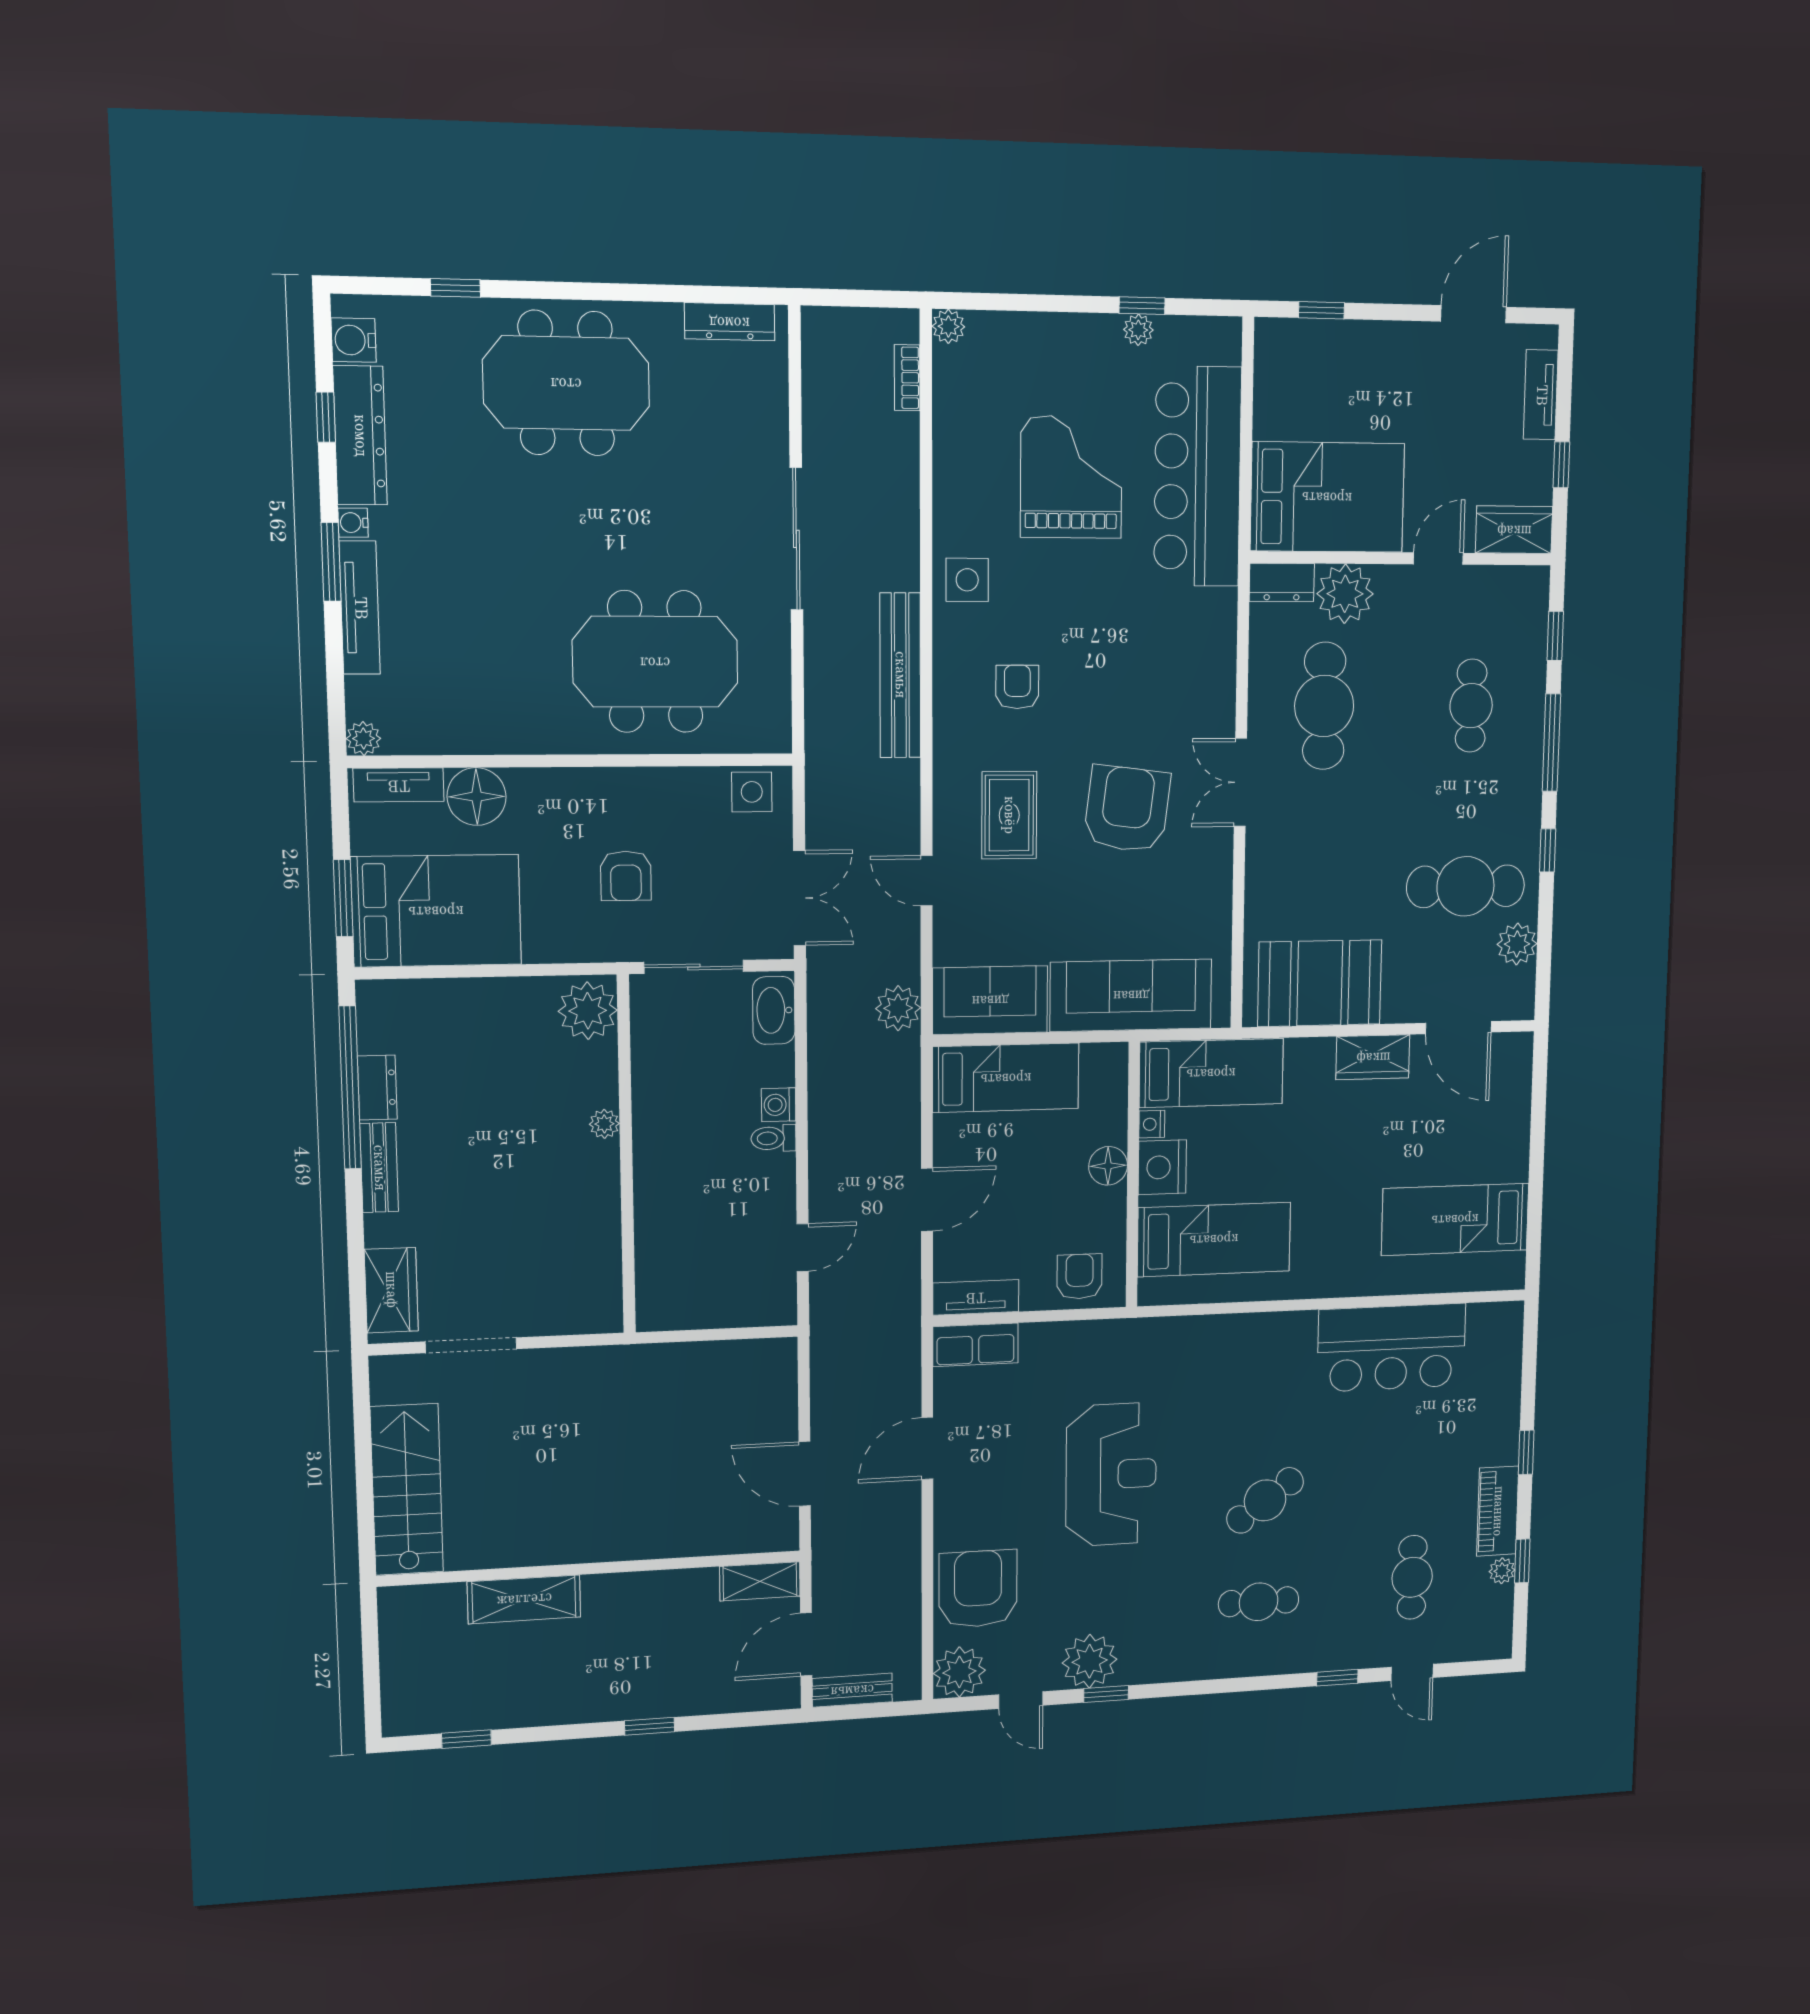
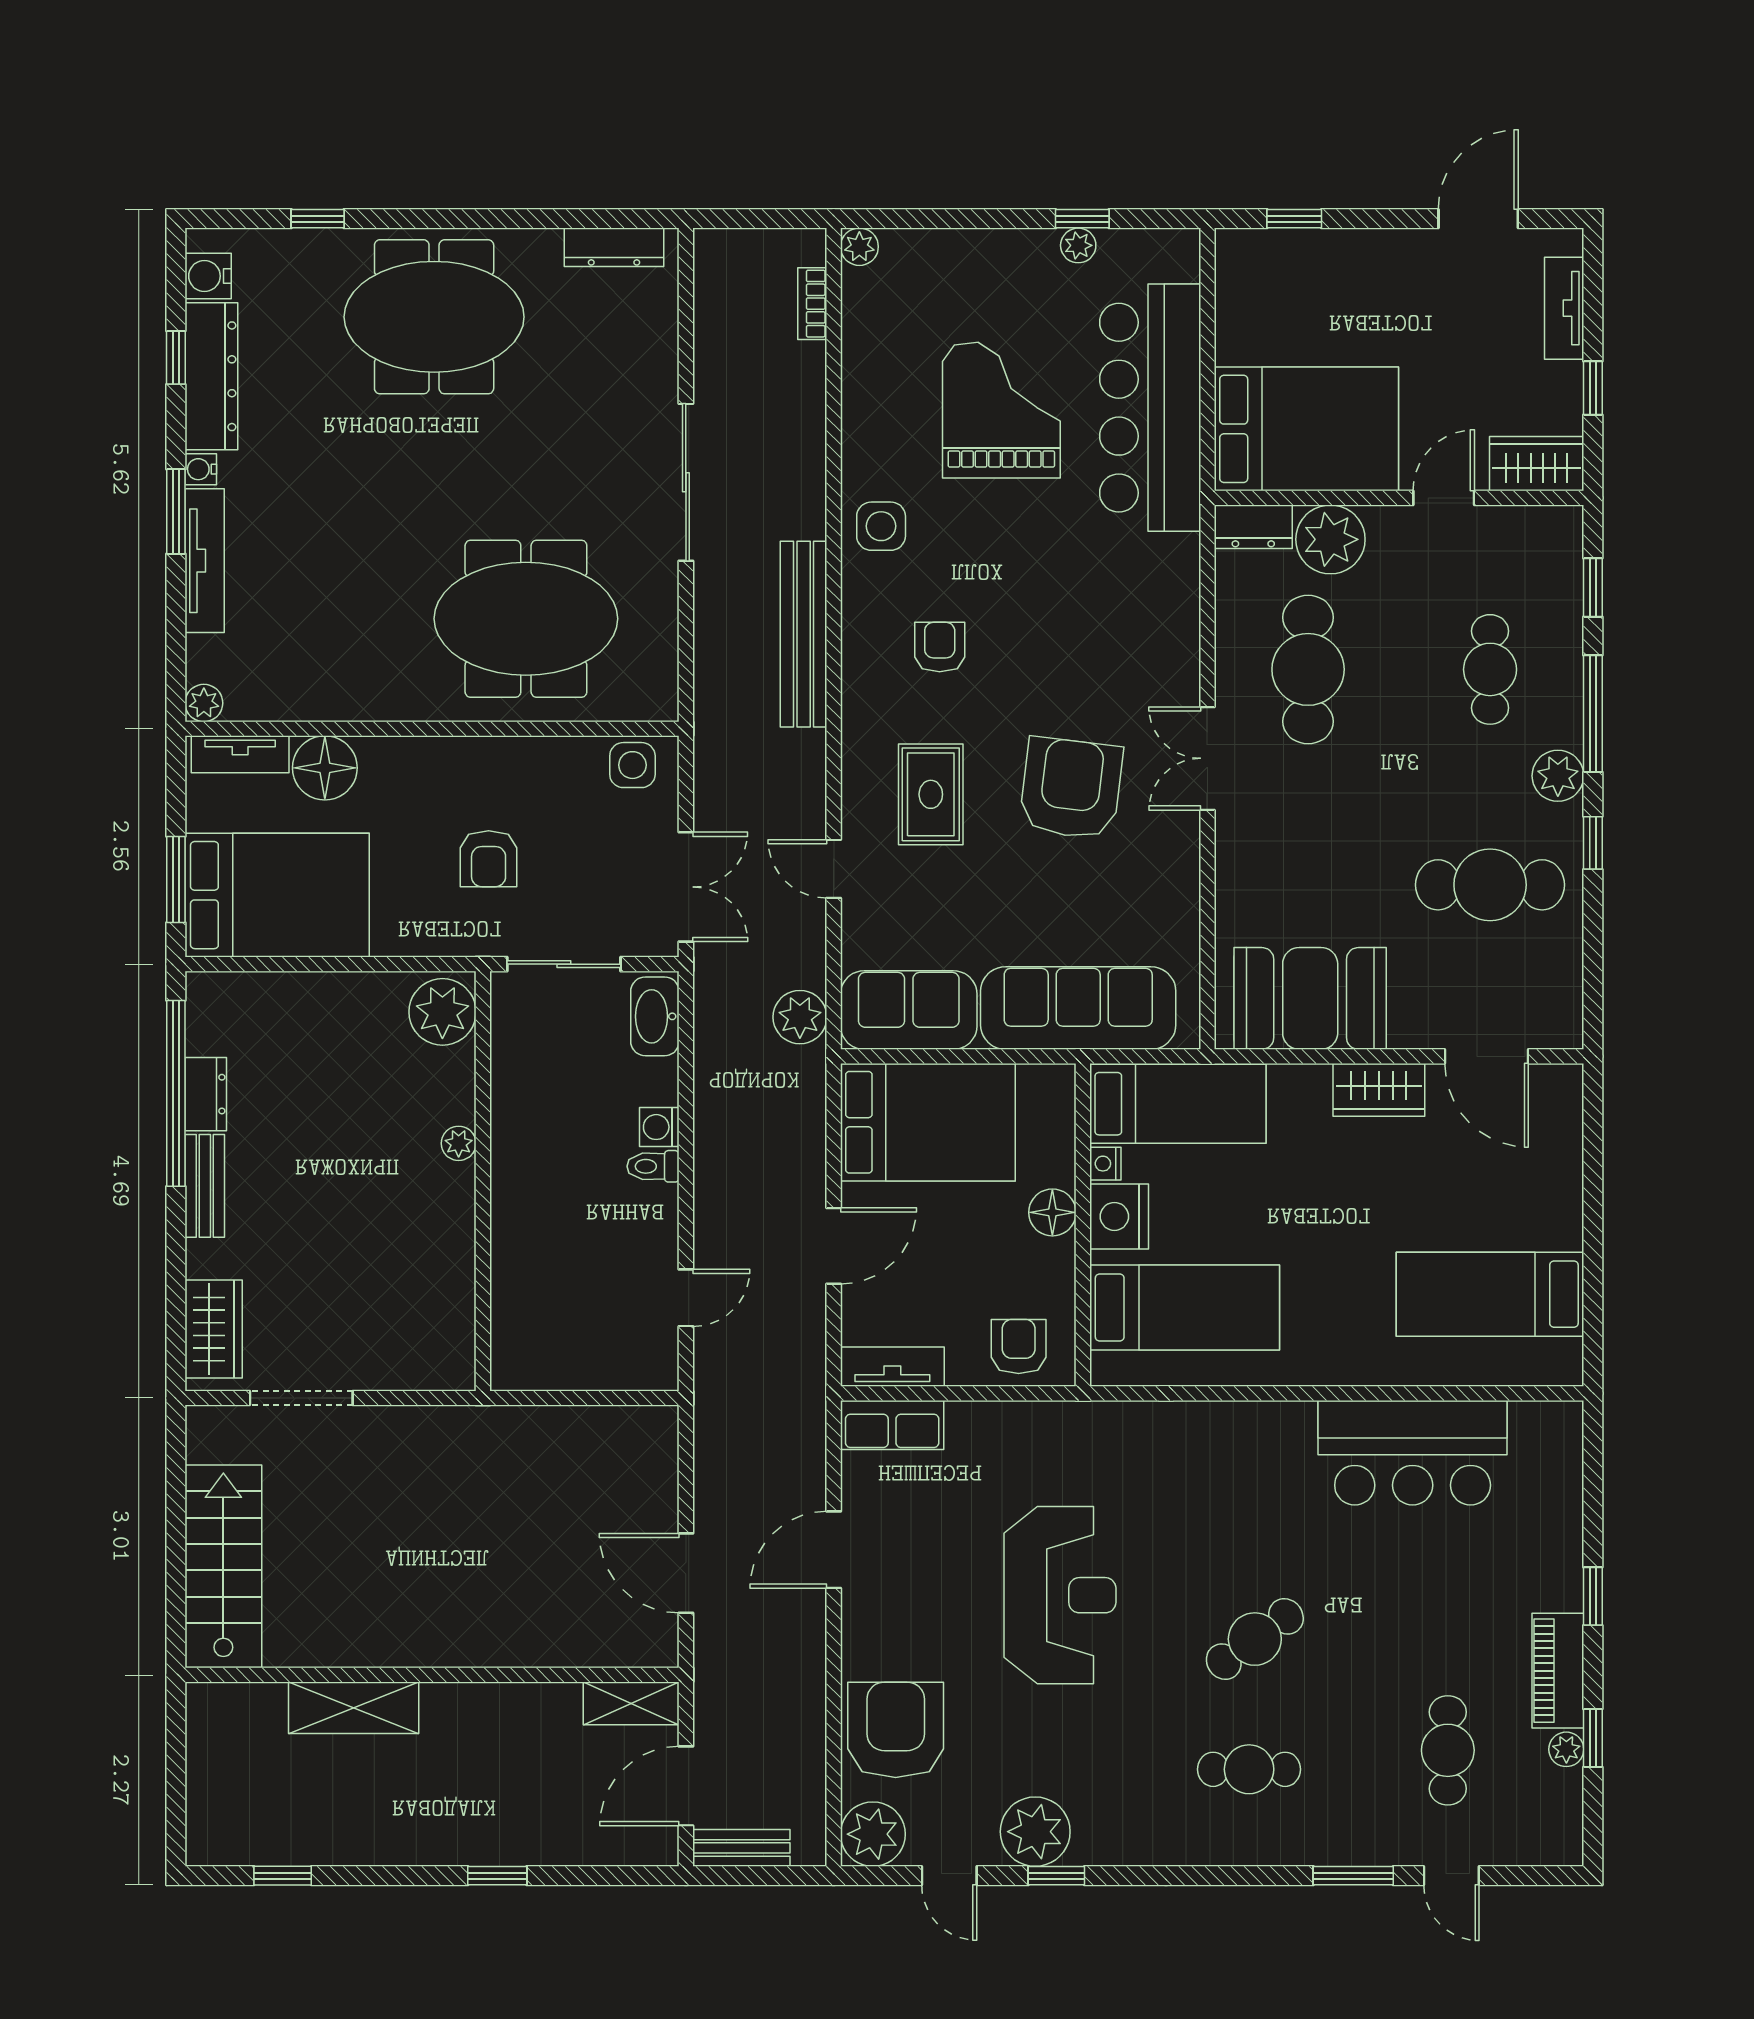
plant: (1517, 944) -> (1558, 776), moved
bed: (1006, 1078) -> (928, 1122), width x1.50
window: (1337, 1678) -> (1353, 1876), width x1.50

